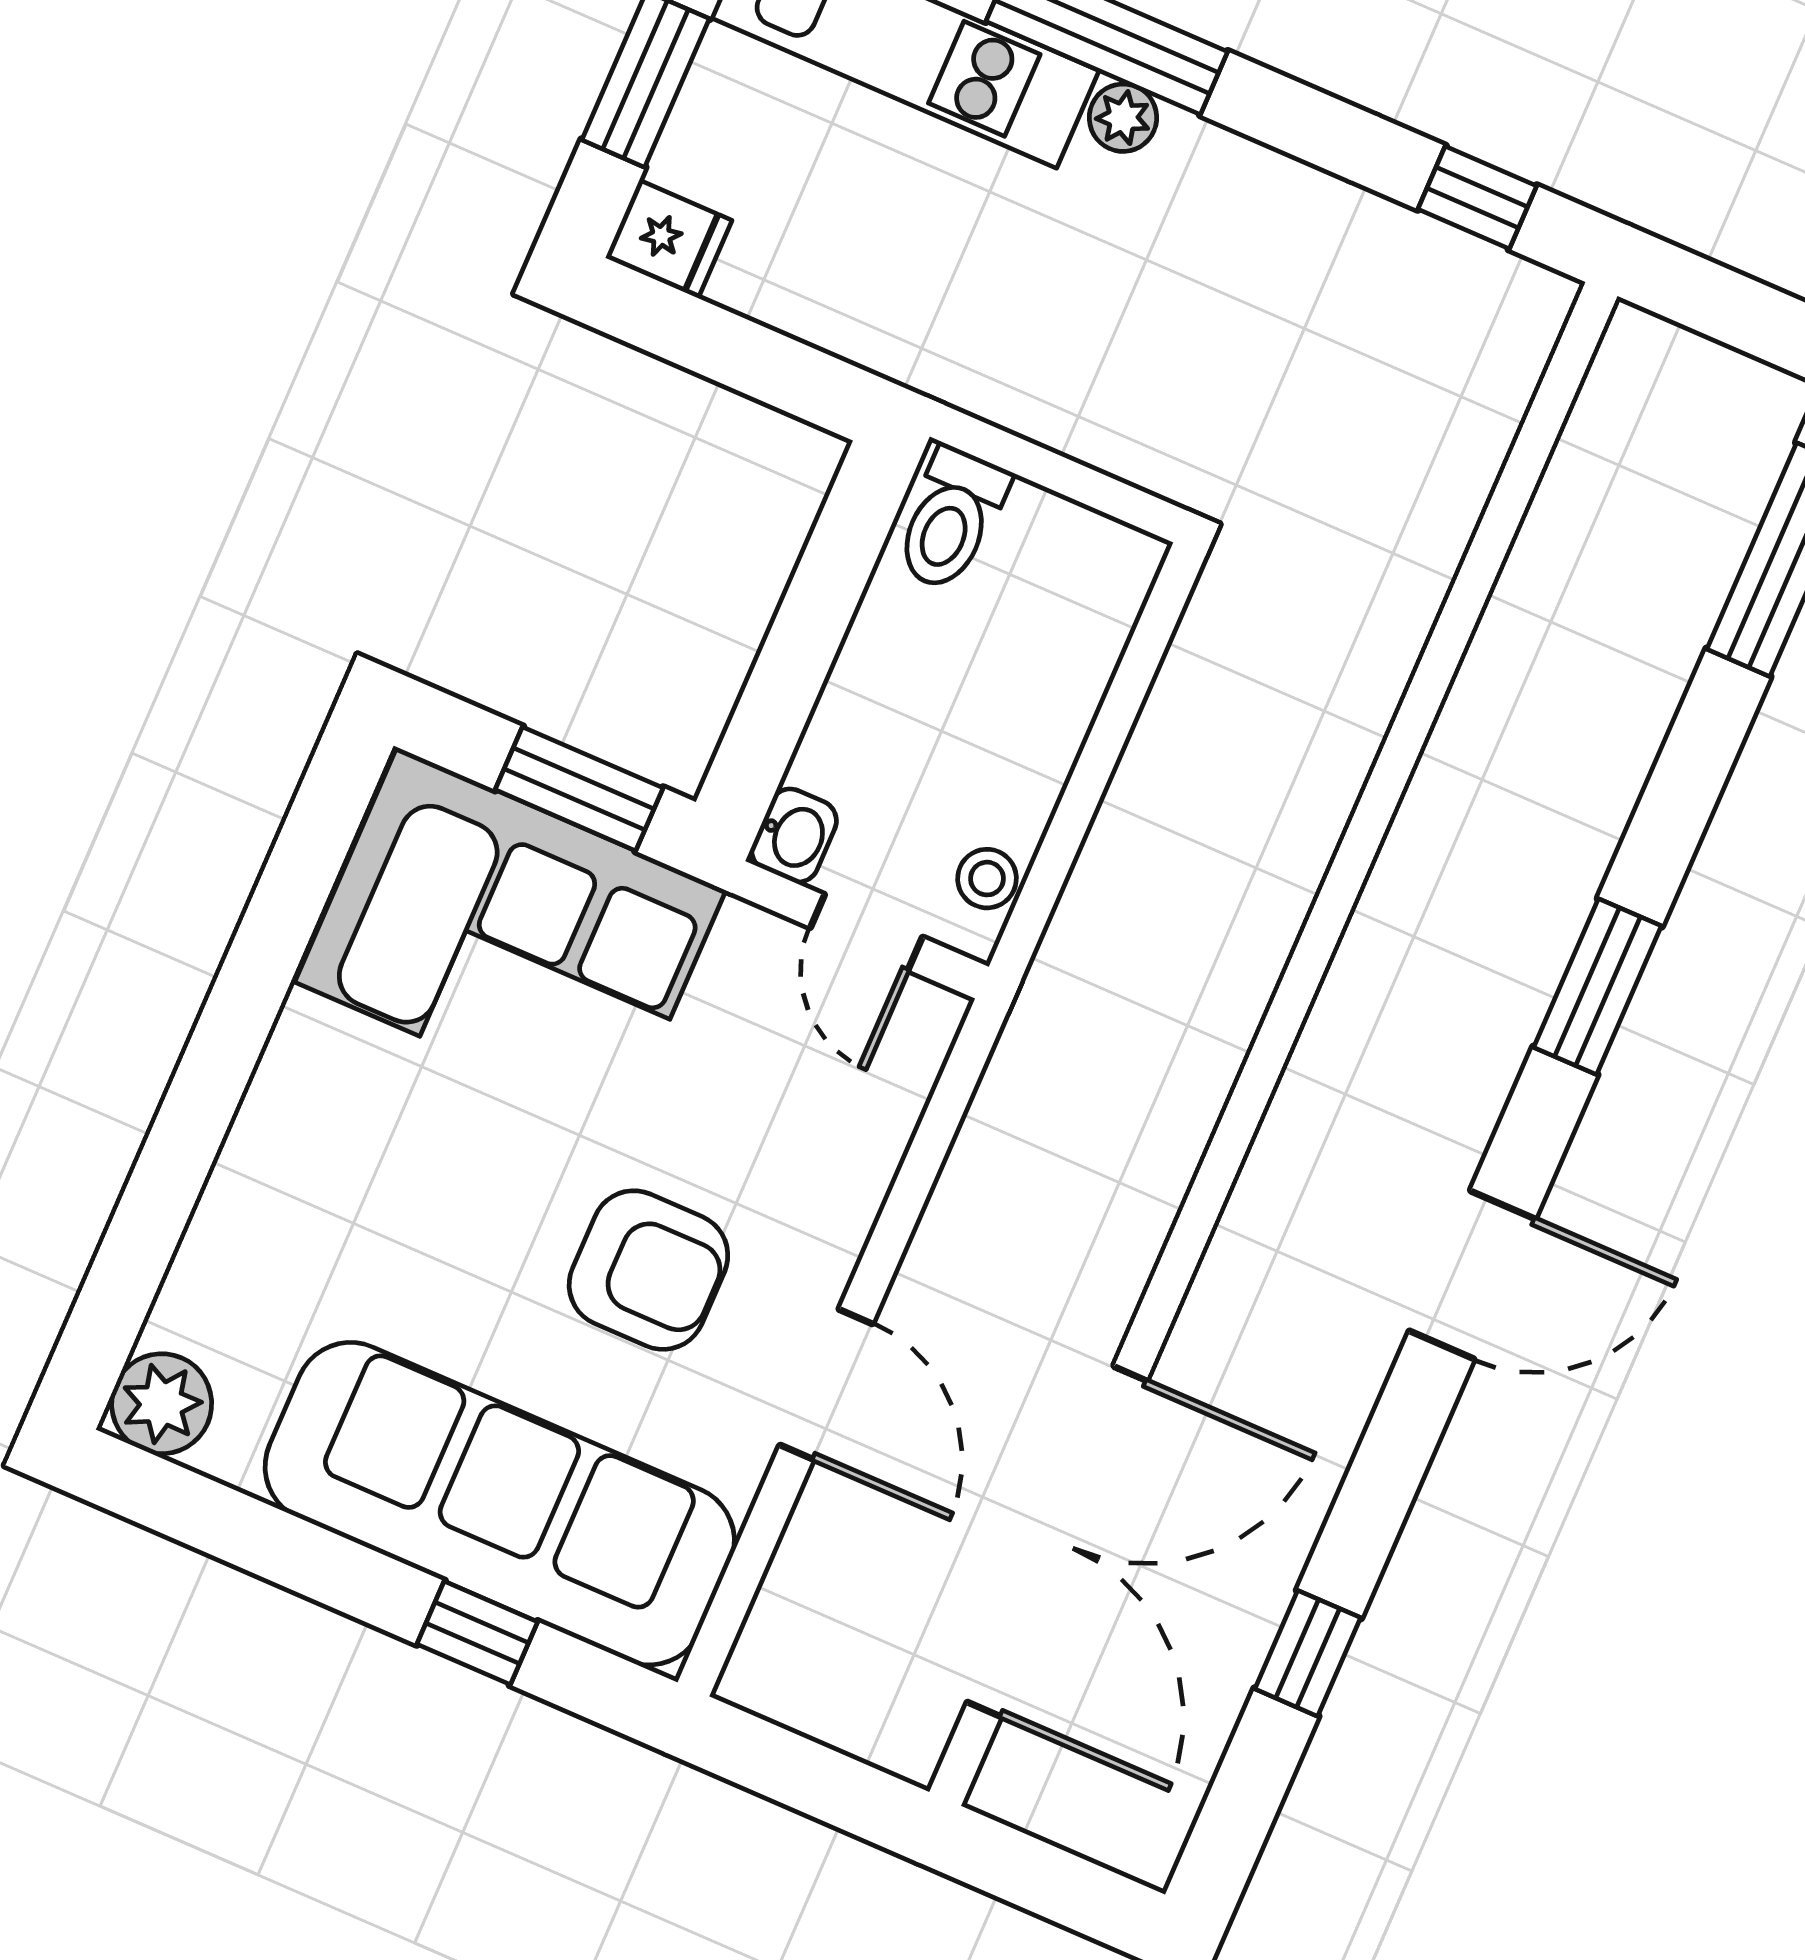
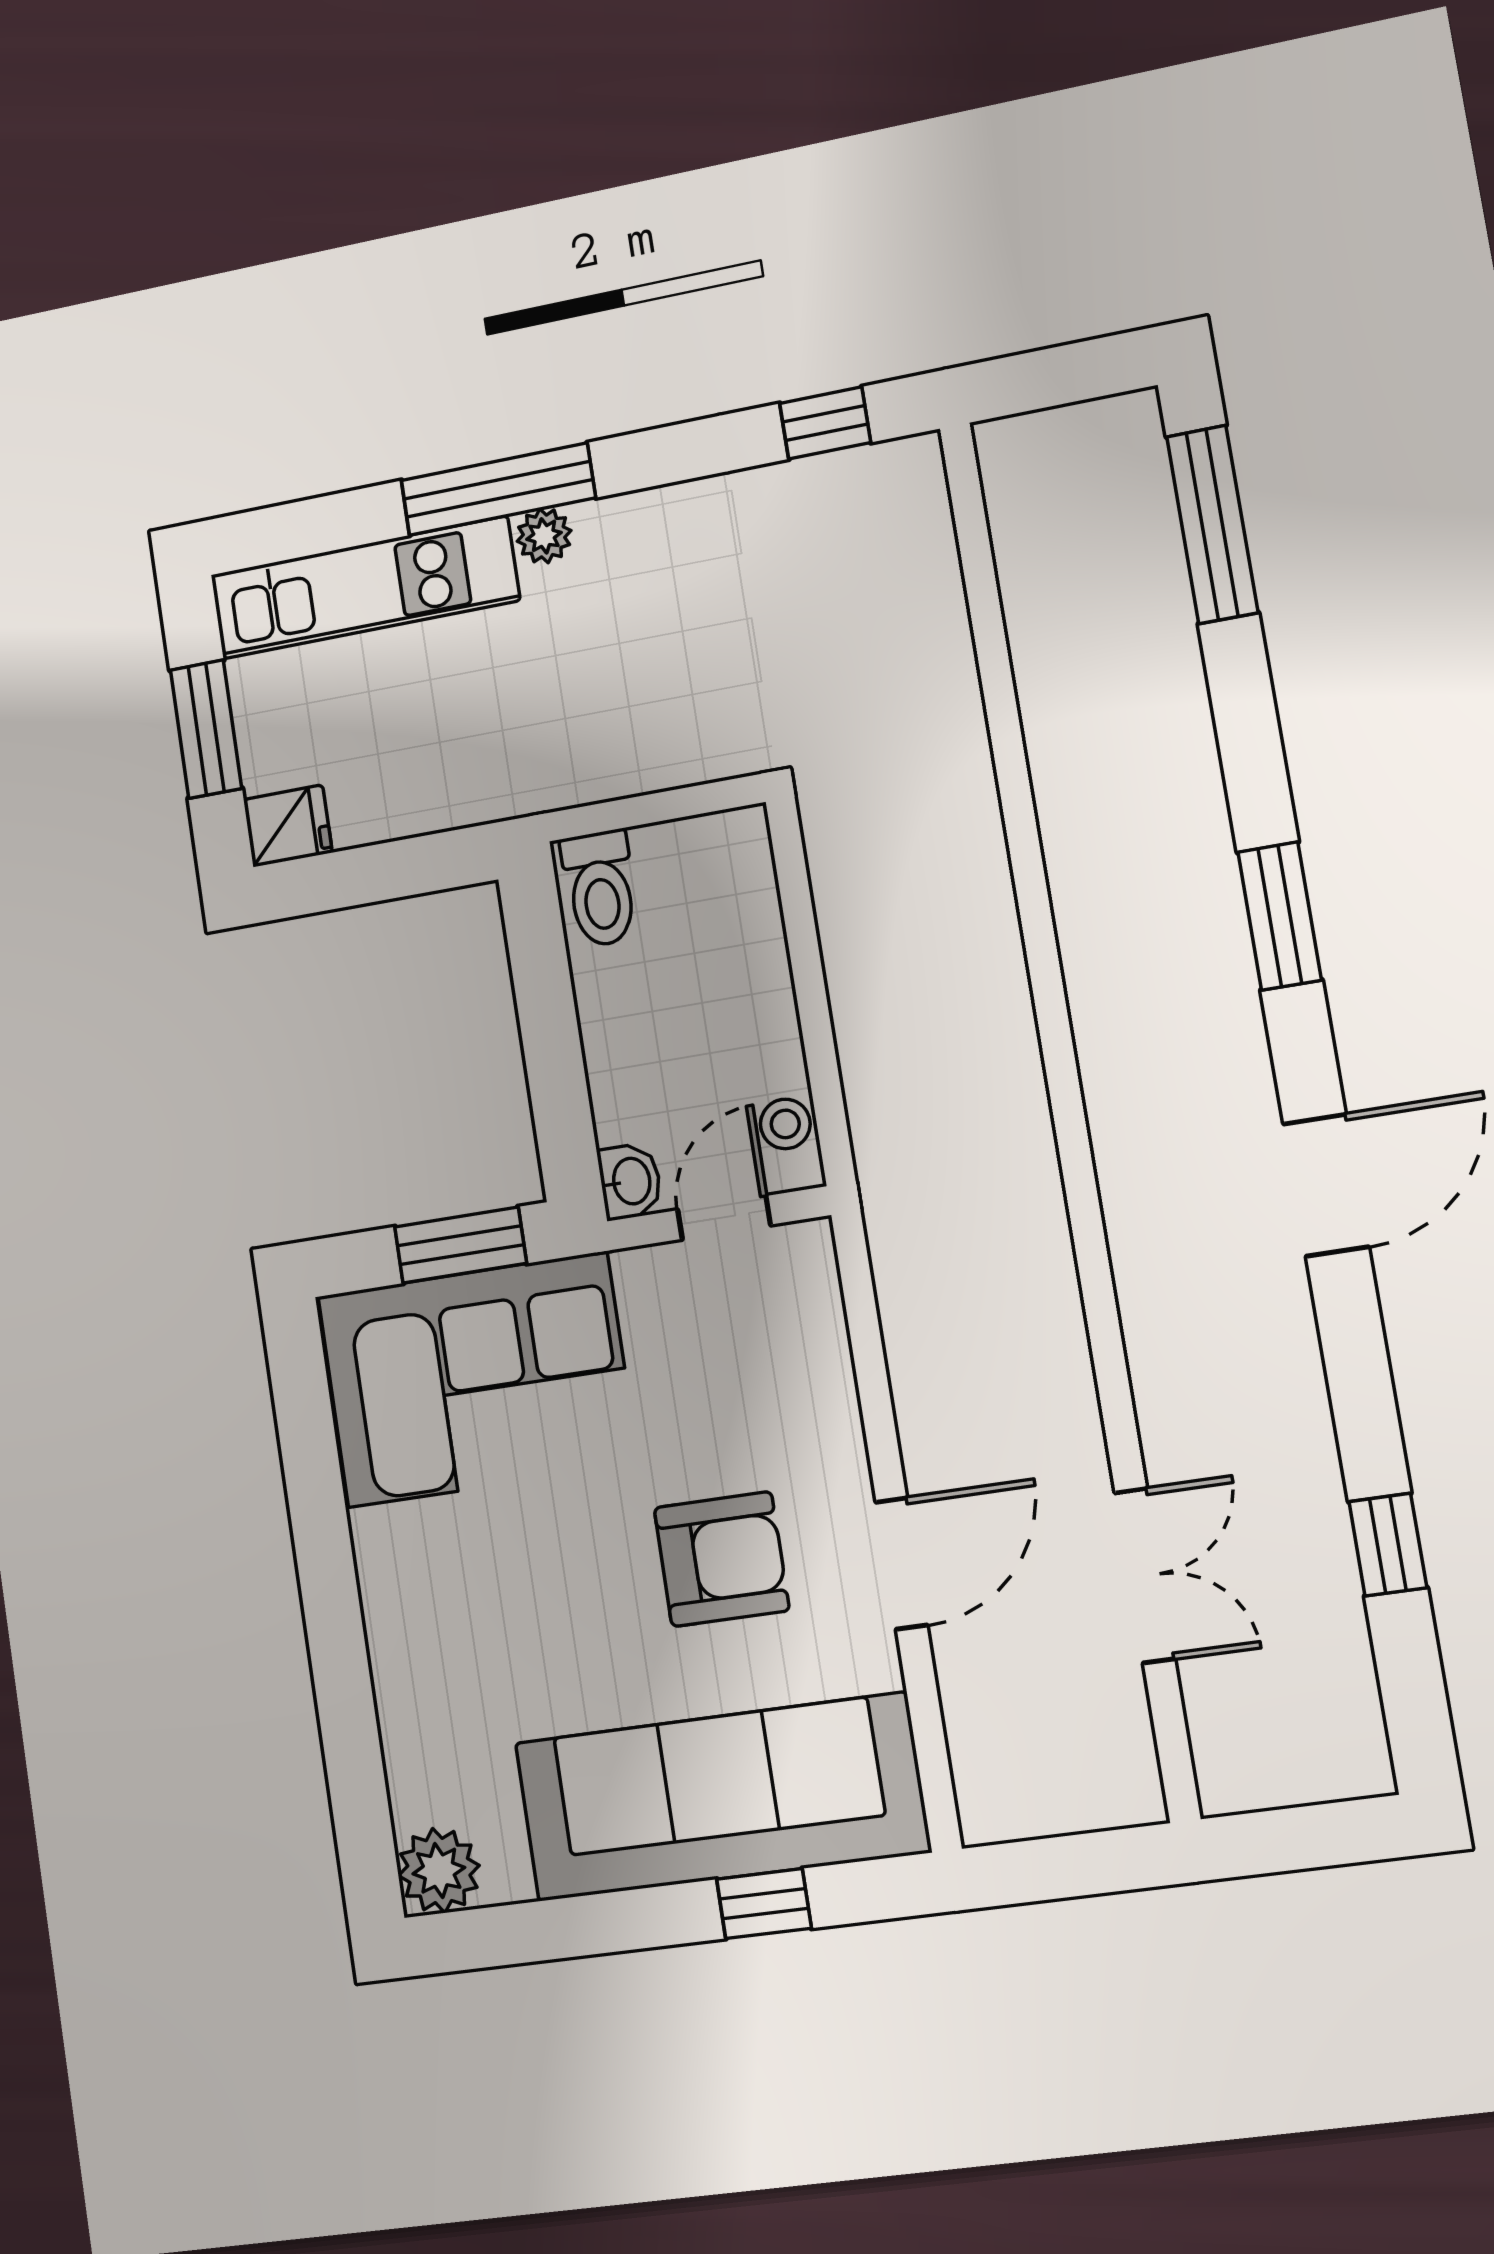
door: (866, 932) -> (724, 1217), swing flipped
door: (826, 1384) -> (901, 1563), hinge flipped
double door: (1057, 1541) -> (1145, 1576), width x0.54

